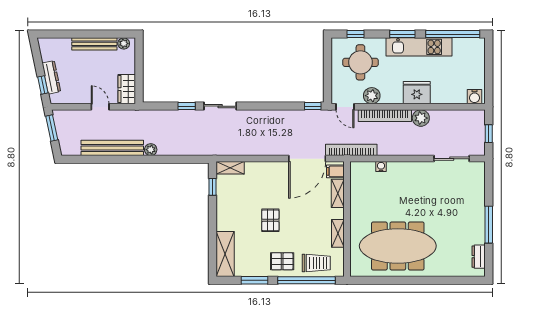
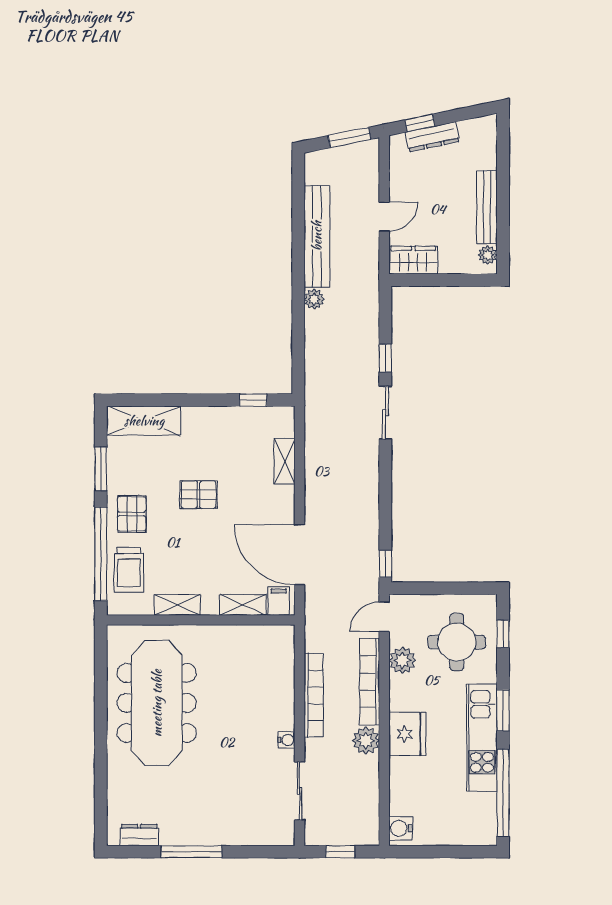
bookcase: (351, 150) -> (314, 695), moved
water cooler: (381, 167) -> (286, 740), moved
shelving: (230, 168) -> (285, 461), moved

